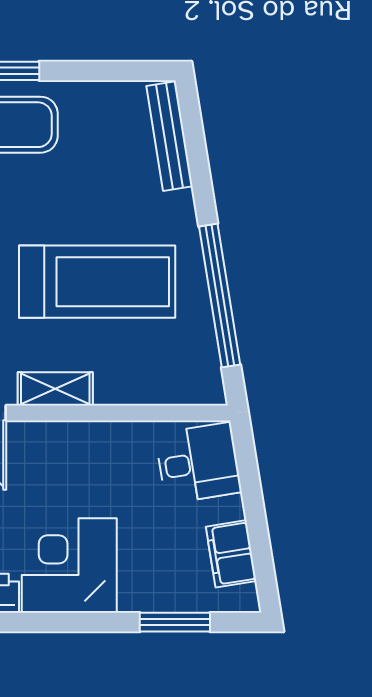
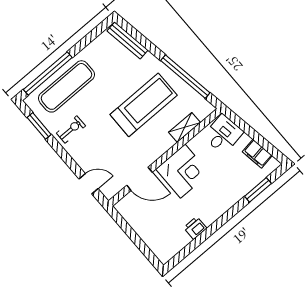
shelving: (55, 389) -> (184, 127), moved
corner desk: (69, 565) -> (183, 171), moved, turned 180

